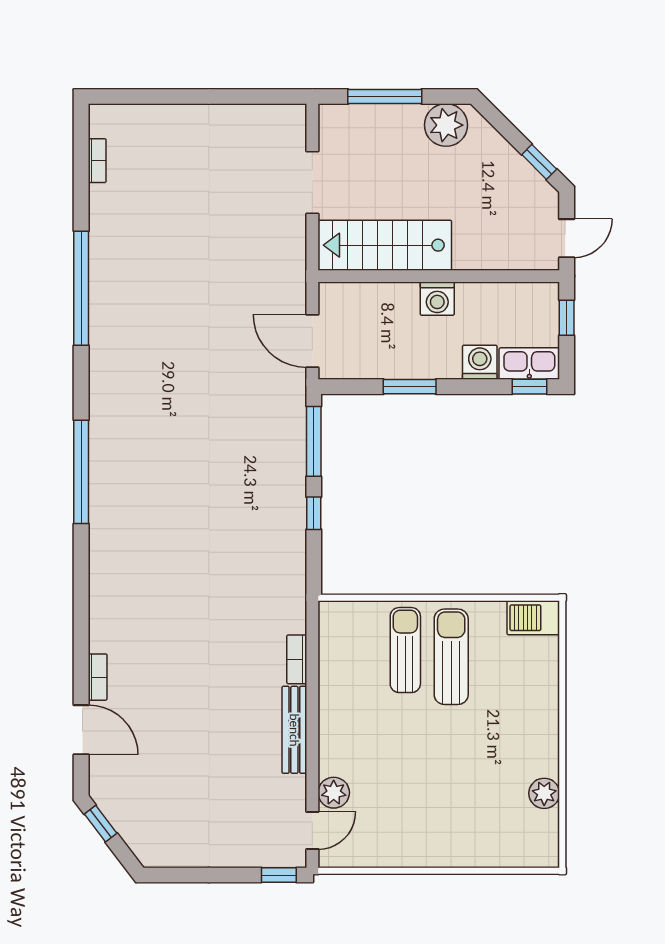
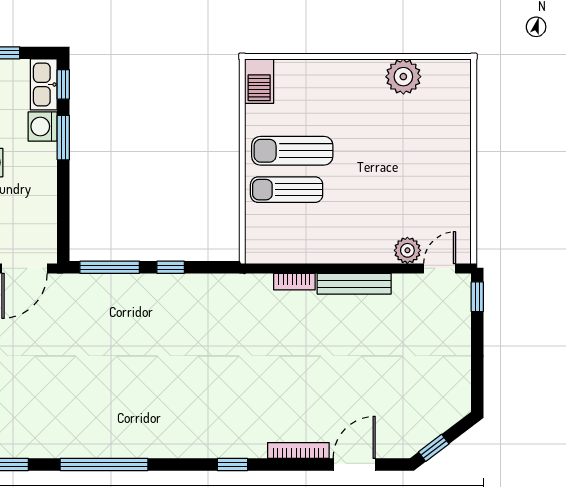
window: (410, 387) -> (63, 138), moved
window: (81, 472) -> (104, 464), moved
window: (81, 586) -> (232, 464), added
bookcase: (98, 677) -> (298, 451), width x1.56
plant: (544, 793) -> (403, 77), width x1.36, depth x1.36
door: (312, 831) -> (440, 268), hinge flipped

